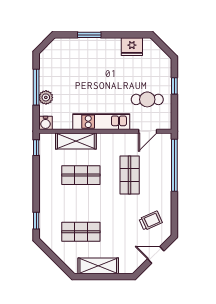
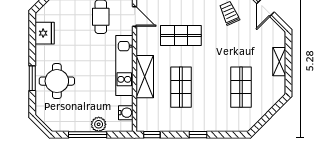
round table: (87, 58) -> (57, 81), added
water cooler: (45, 123) -> (126, 113), moved
shelving: (76, 141) -> (145, 77), moved
window: (36, 221) -> (198, 135), moved
shelving: (98, 266) -> (279, 62), width x0.67, depth x0.75

